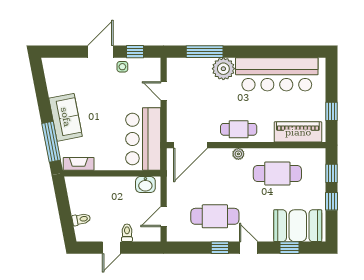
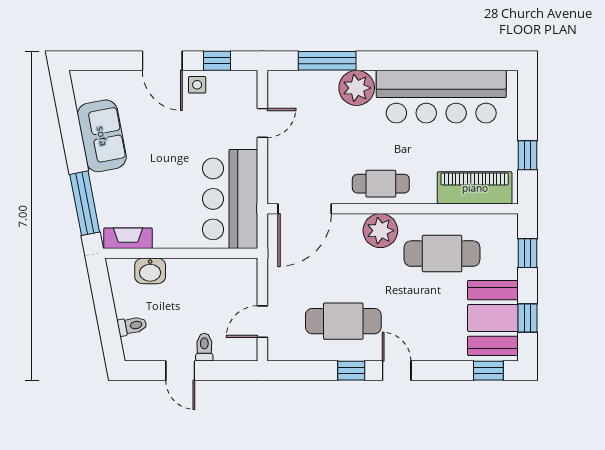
door: (100, 52) -> (162, 61), swing flipped
door: (164, 91) -> (262, 123), swing flipped
sofa: (66, 117) -> (102, 136), moved
plant: (238, 154) -> (380, 231), width x1.88, depth x1.88
washbasin: (145, 185) -> (150, 271), moved
window: (332, 201) -> (528, 318), moved
booth: (298, 226) -> (493, 318), moved, turned 90
door: (112, 248) -> (180, 371), hinge flipped
window: (290, 248) -> (488, 371), moved

